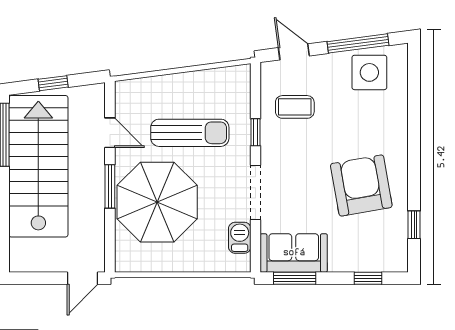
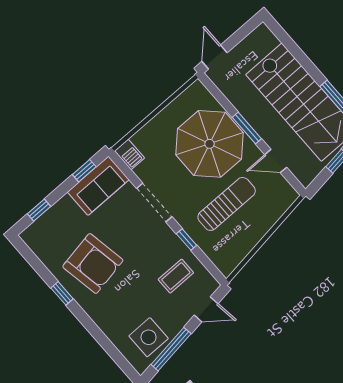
sun lounger: (190, 133) -> (227, 204), turned 180
window: (414, 225) -> (62, 293), moved
barbecue: (240, 238) -> (129, 154), moved
window: (295, 278) -> (84, 171), width x0.67

